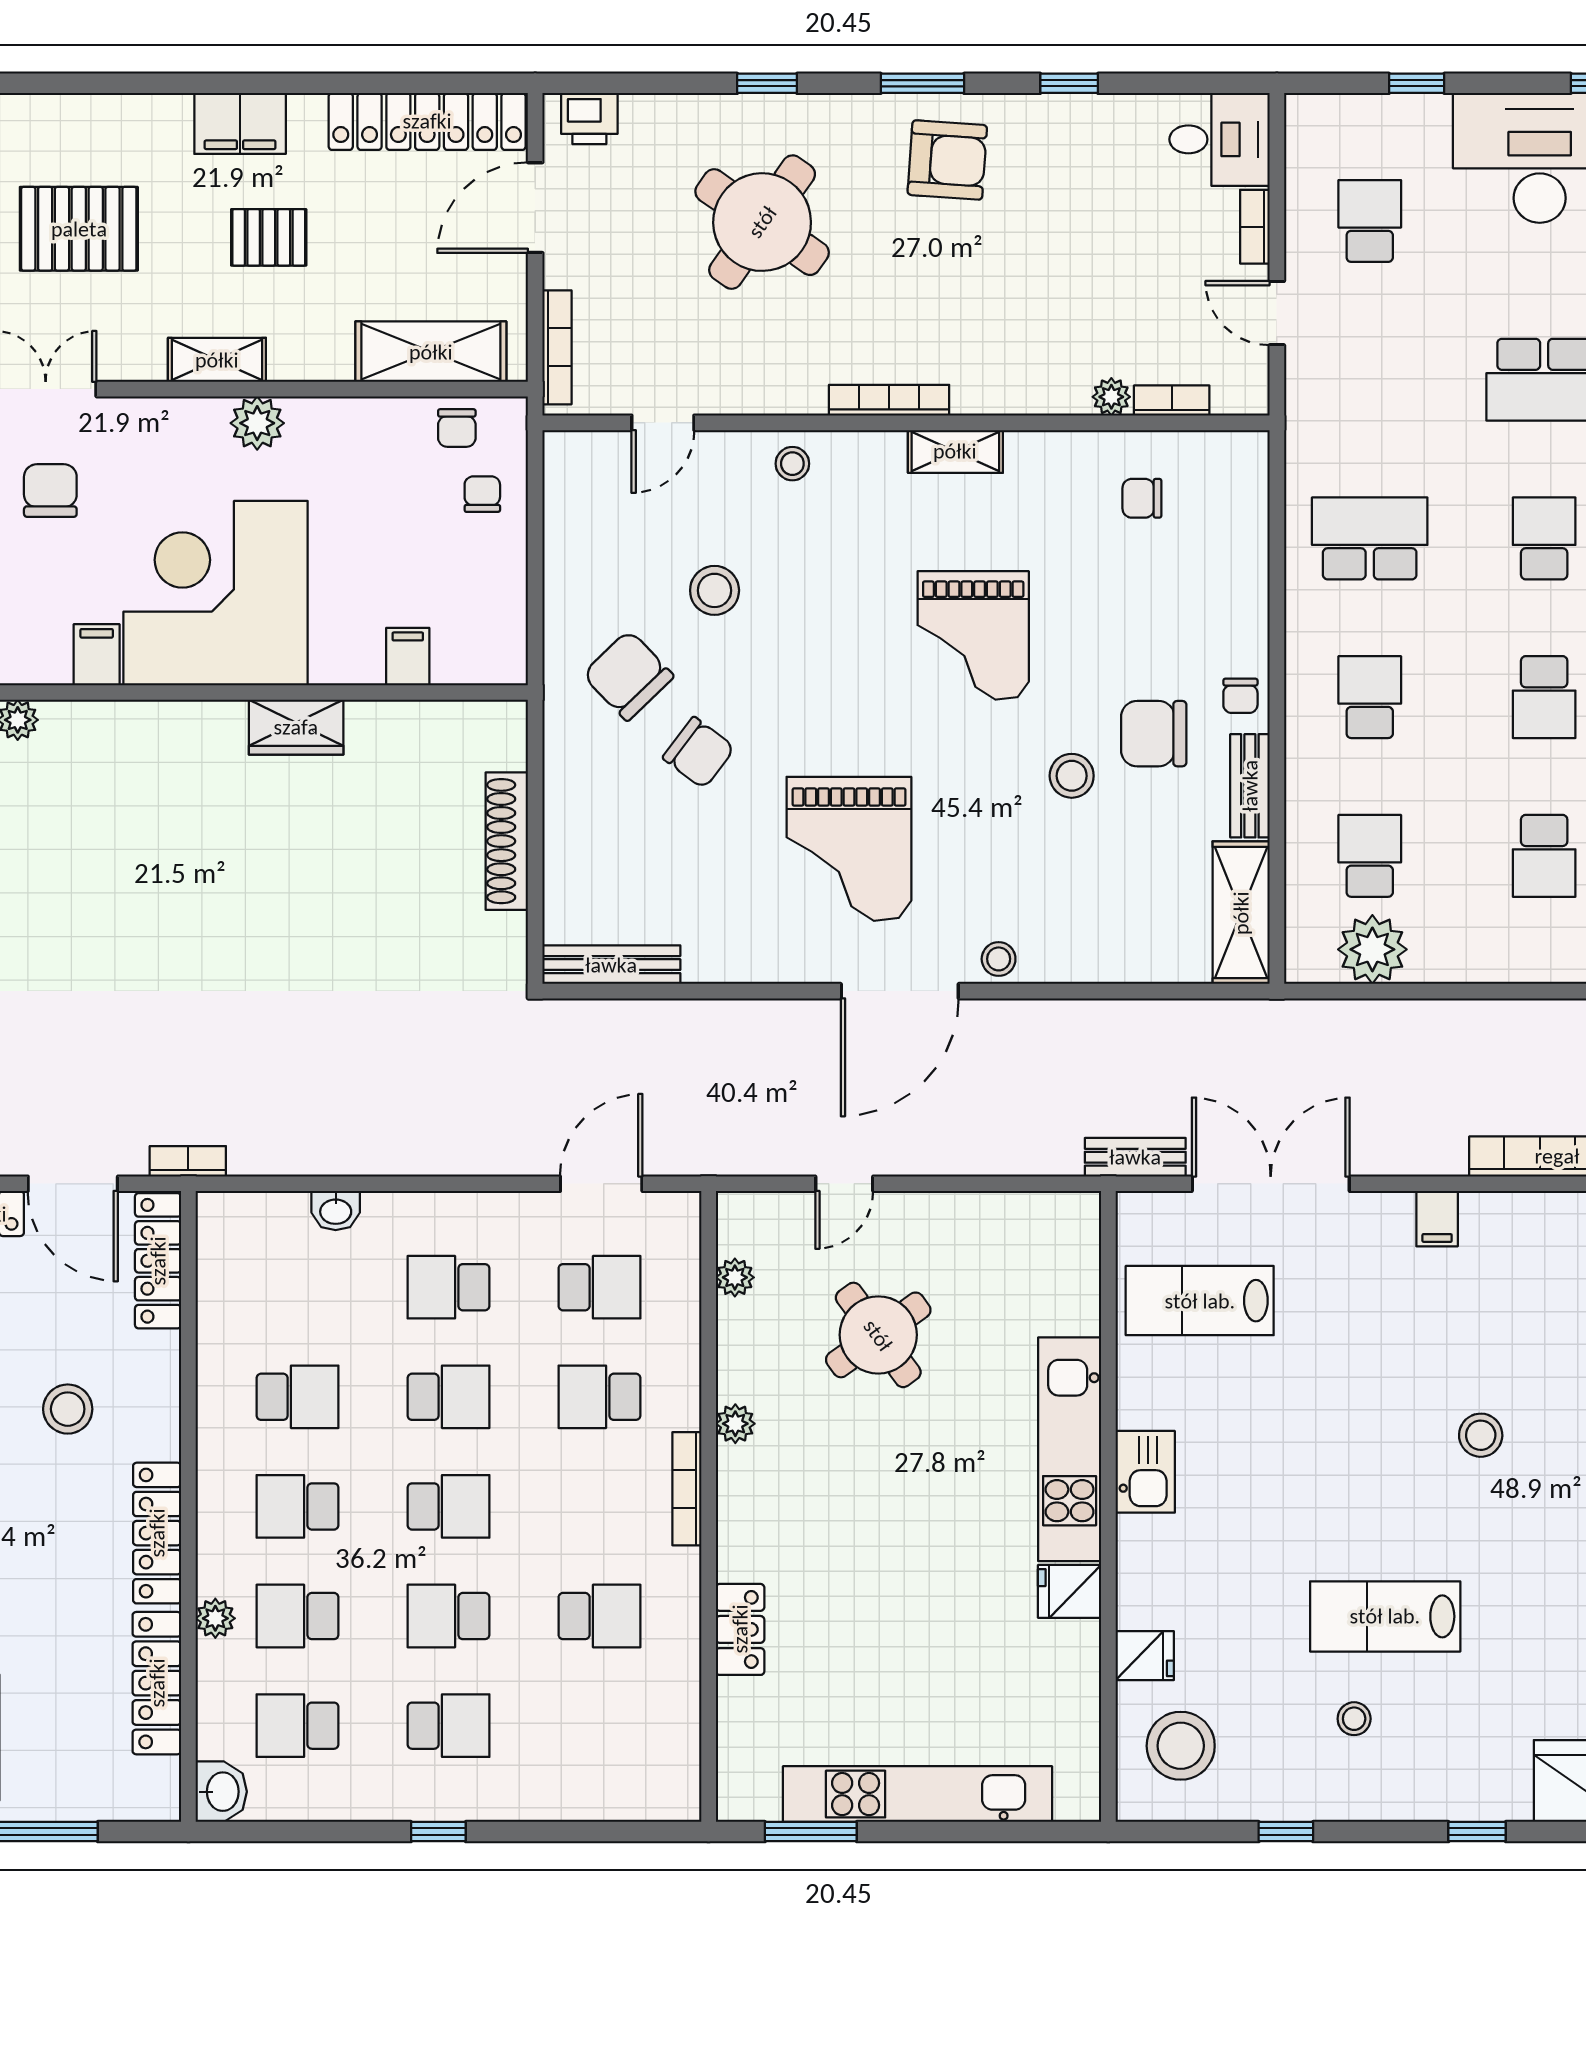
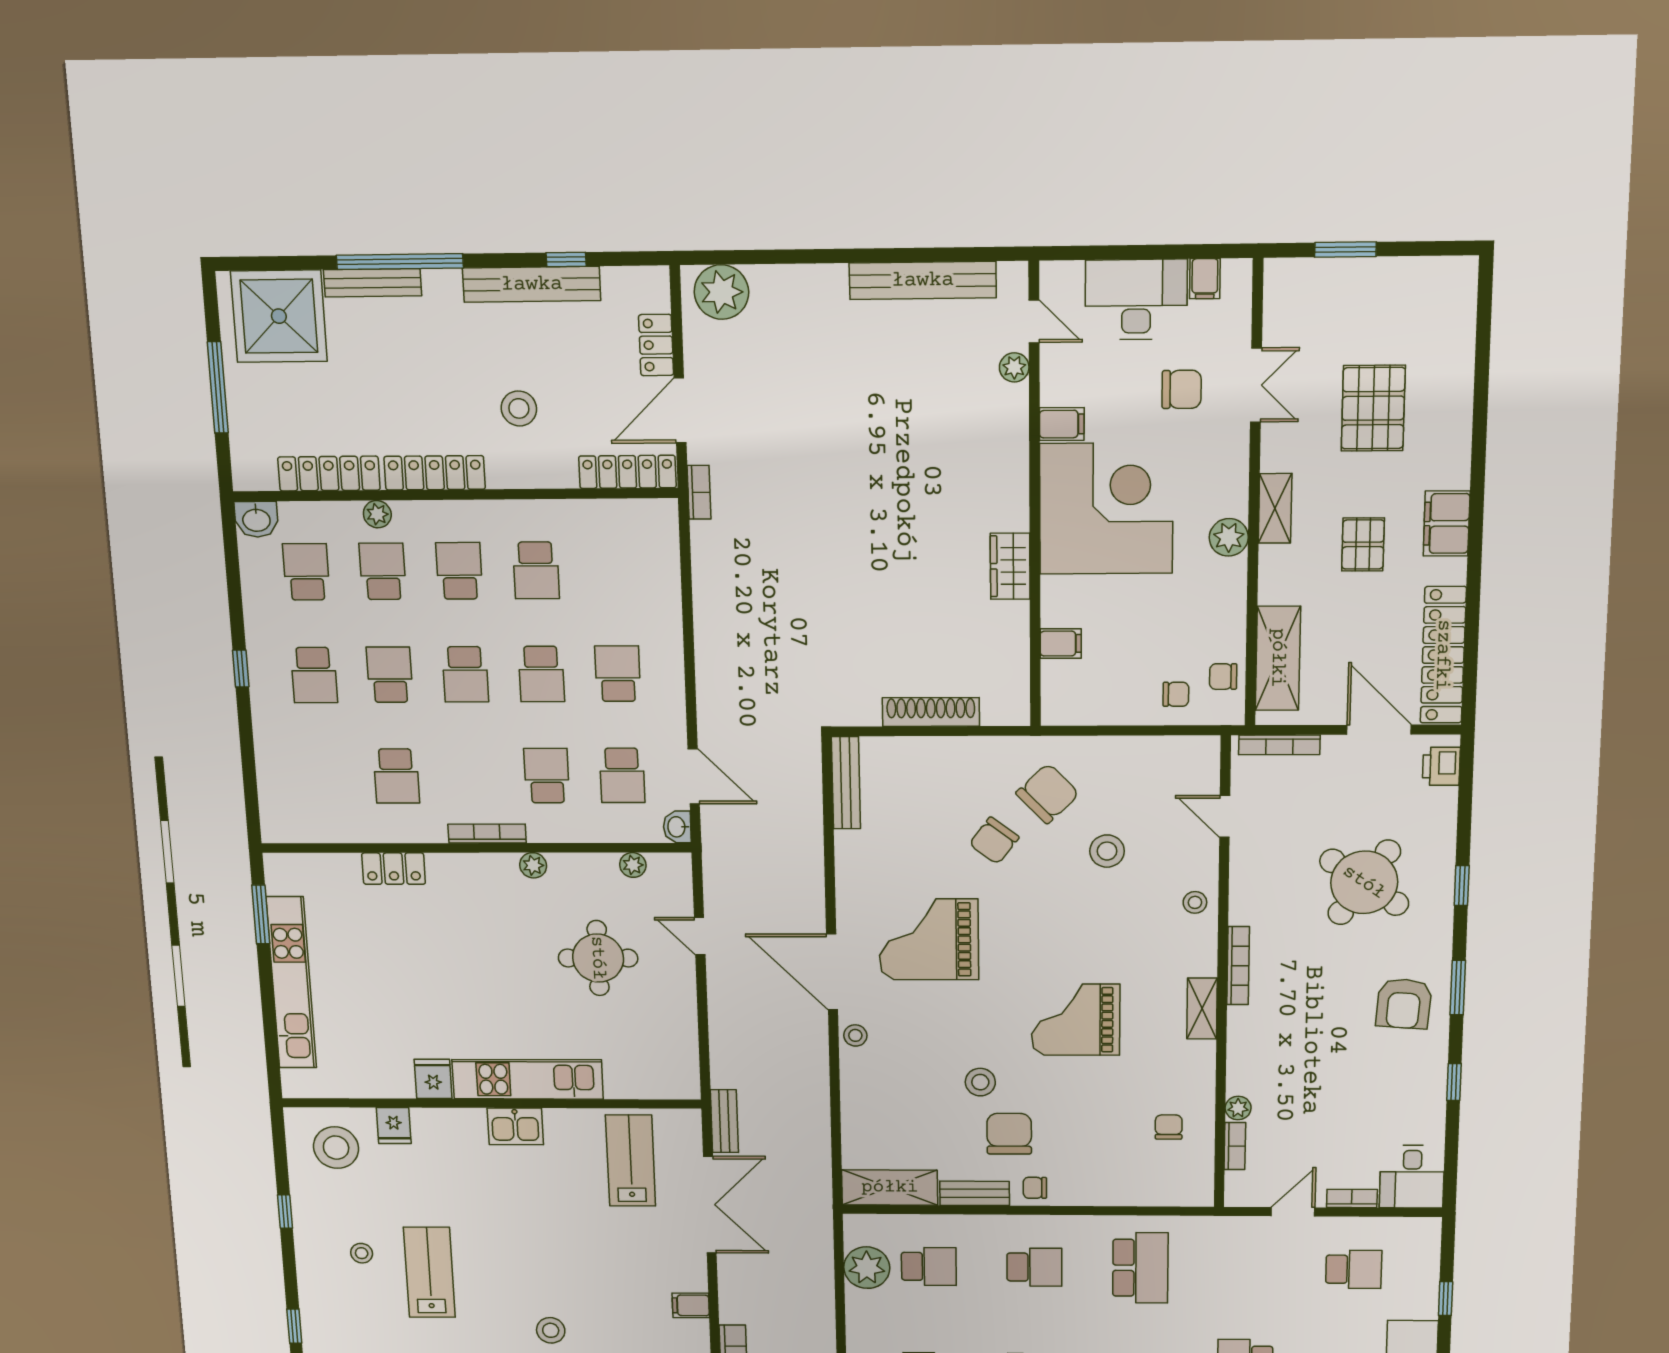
washbasin: (336, 1211) -> (677, 827), moved
round table: (878, 1335) -> (598, 958), turned 36

